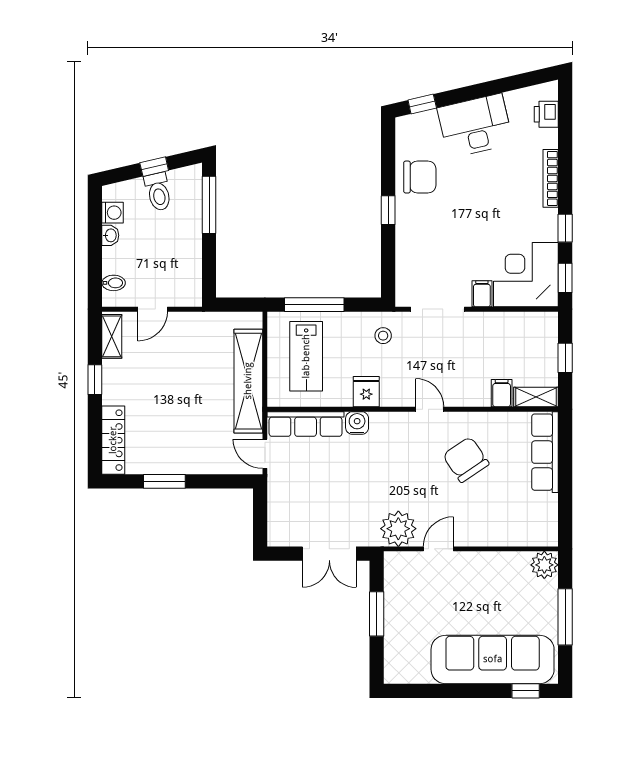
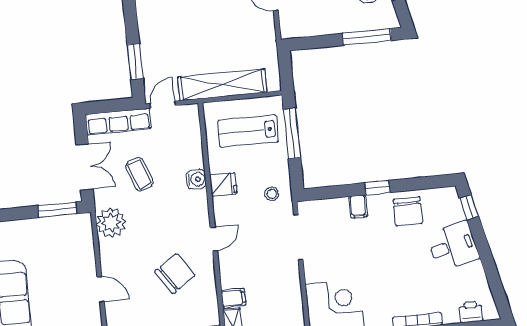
desk: (475, 126) -> (453, 246), width x0.73
filing cabinet: (482, 294) -> (358, 207), moved, turned 90
row of seats: (306, 424) -> (118, 122), moved, turned -90
window: (164, 481) -> (135, 61), moved
coffee table: (344, 490) -> (139, 174), added
door: (438, 549) -> (101, 289), moved
double door: (329, 554) -> (85, 167), swing flipped
window: (377, 614) -> (57, 210), moved

